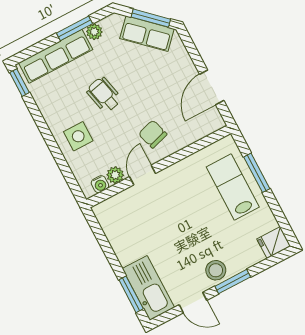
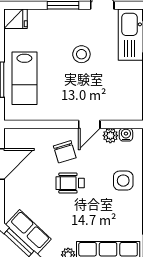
wheelchair: (104, 95) -> (70, 183), moved, turned 103
stool: (216, 270) -> (81, 54), moved

